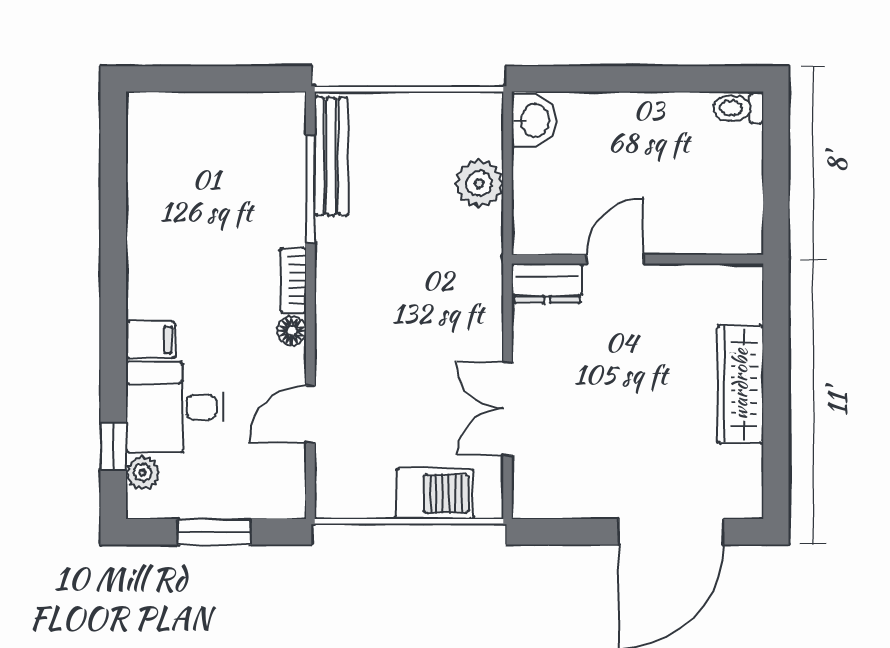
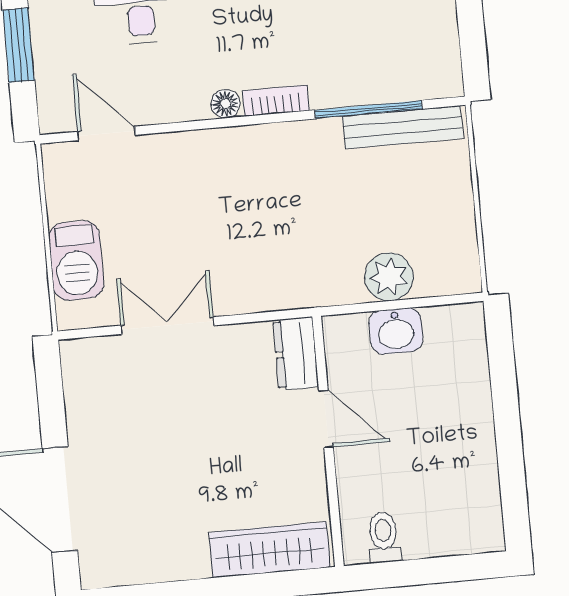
toilet: (738, 108) -> (384, 537), moved
washbasin: (534, 120) -> (396, 331), moved
wardrobe: (740, 384) -> (270, 550), moved
door: (310, 414) -> (106, 133), moved

